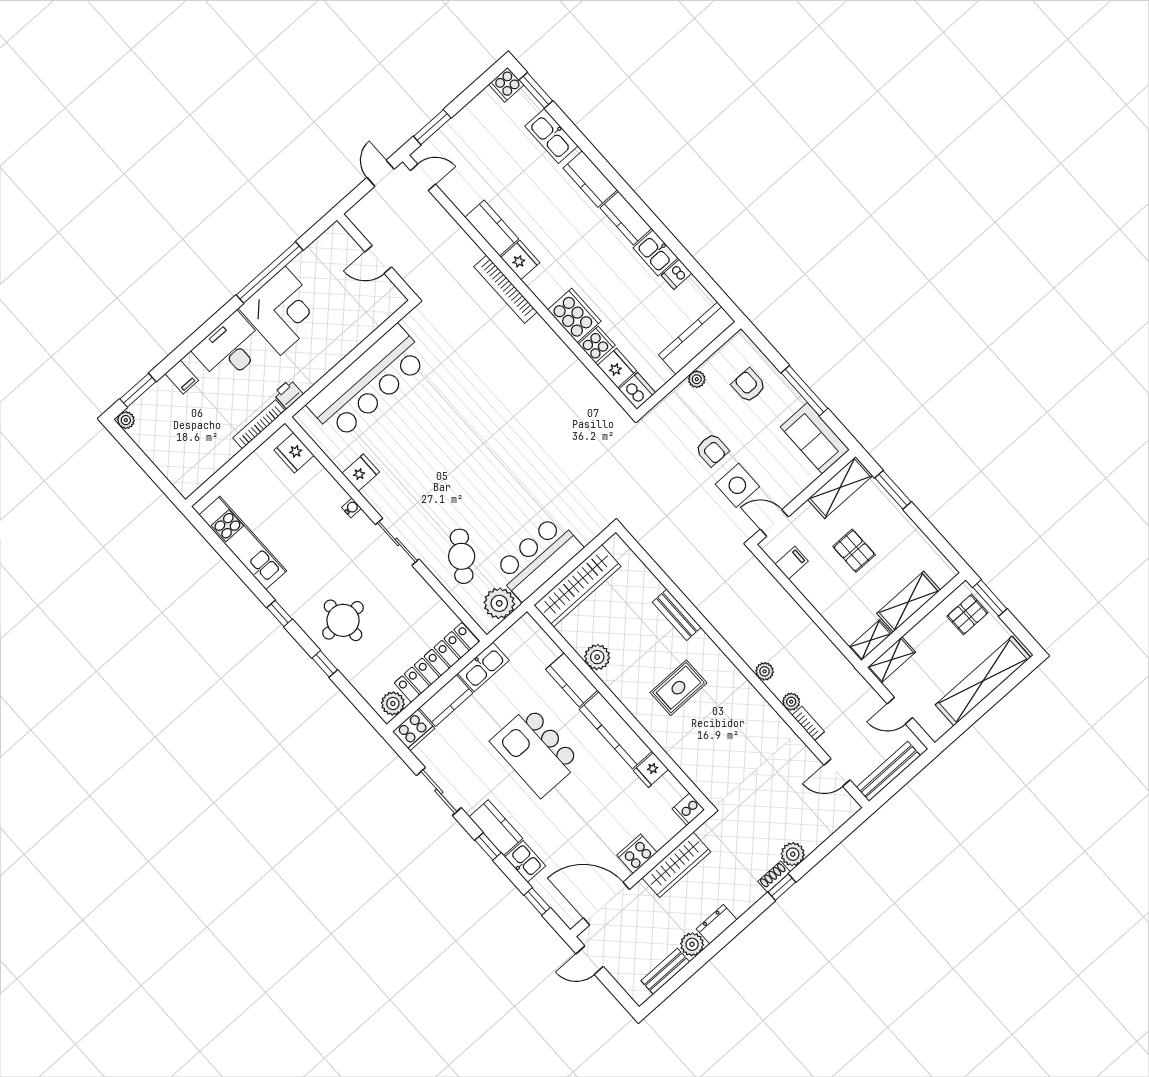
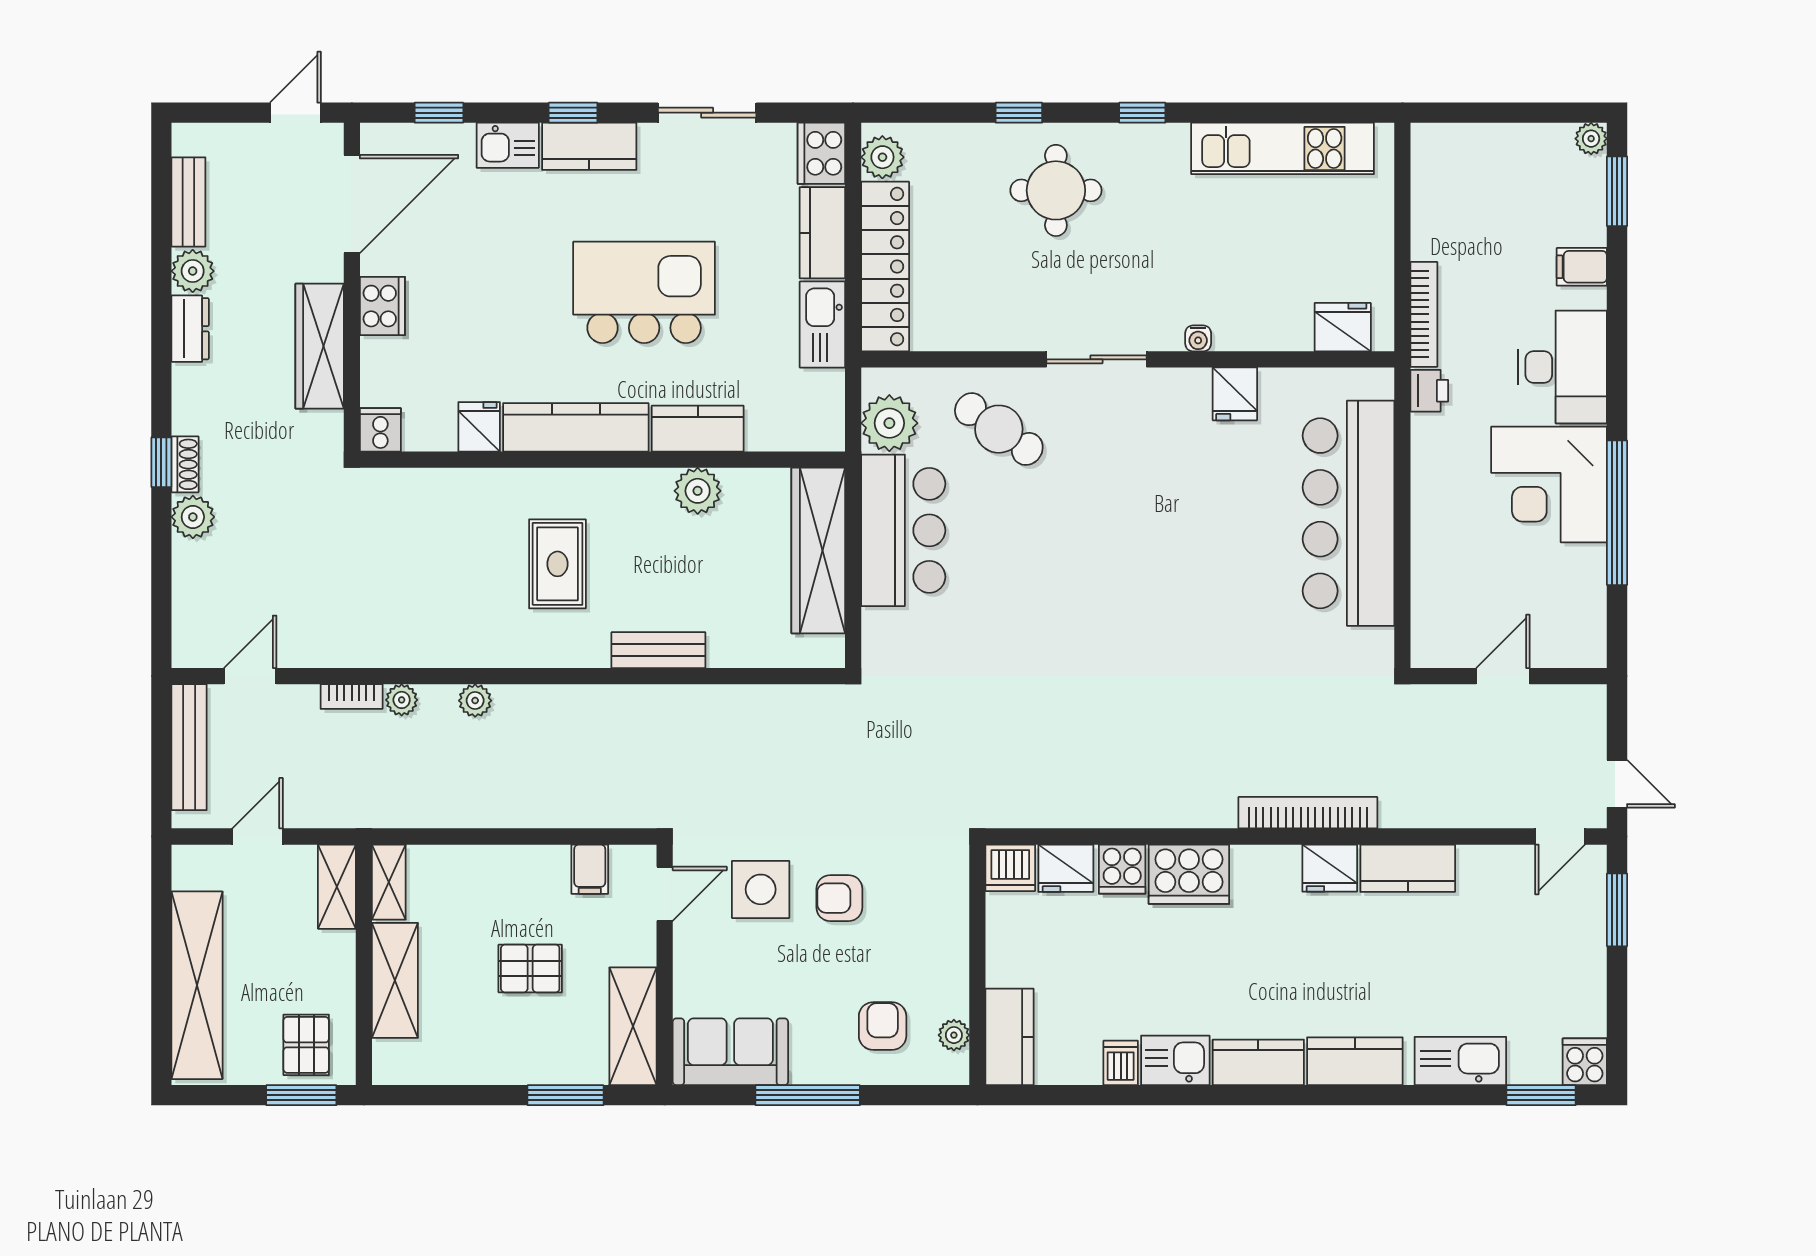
kitchen counter: (697, 338) -> (1010, 1037), width x0.67
plant: (697, 379) -> (954, 1035), moved
armchair: (749, 385) -> (883, 1026), turned -90

